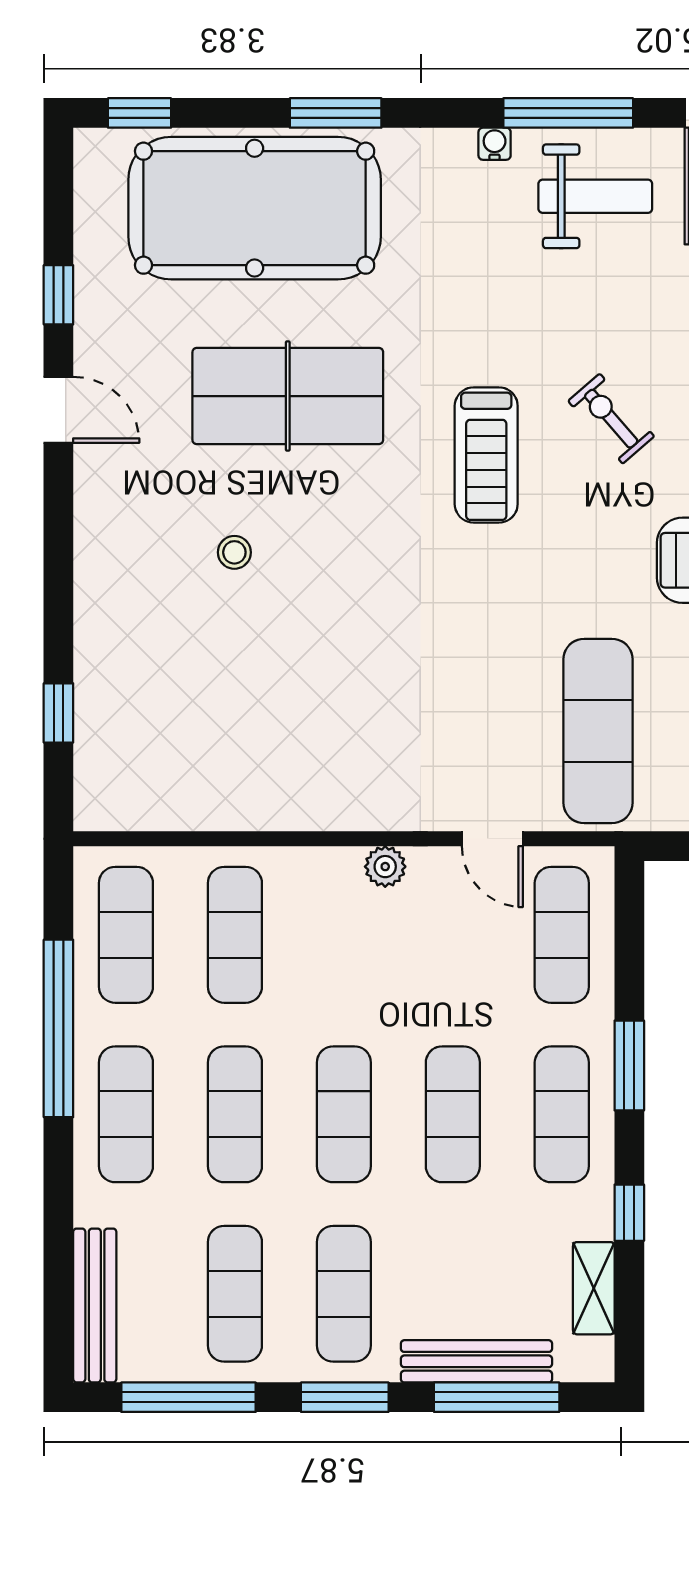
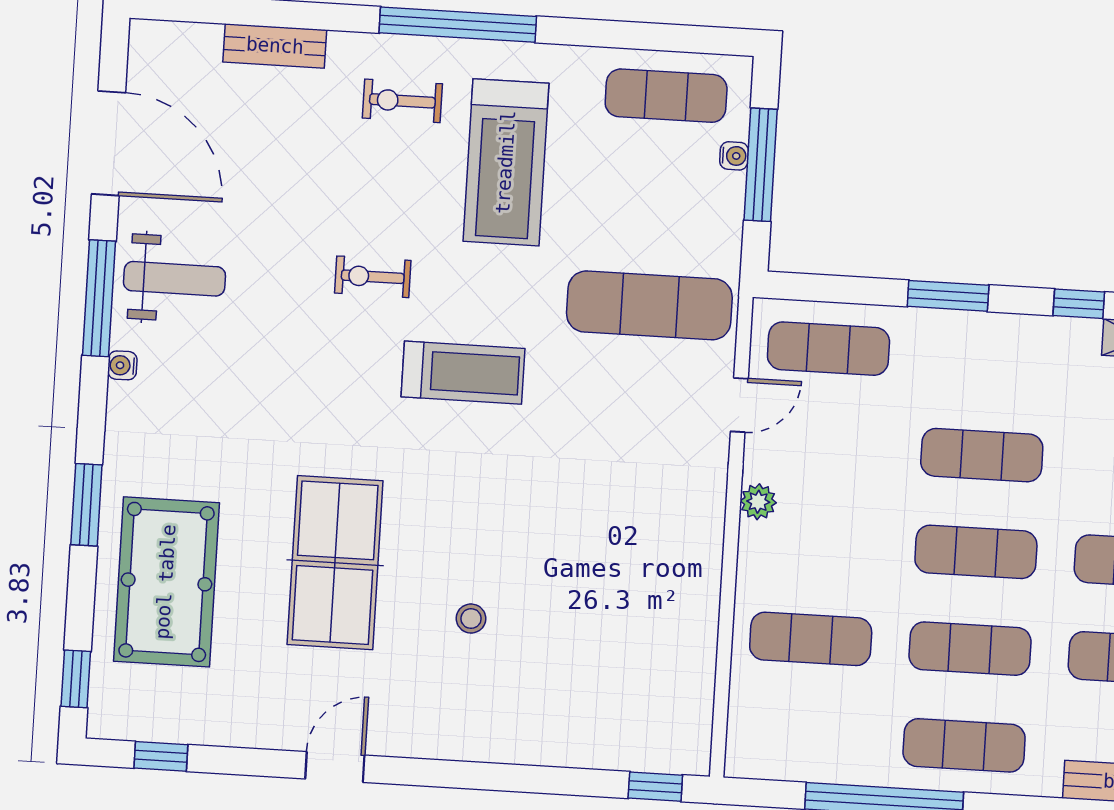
weight bench: (595, 196) -> (174, 279), turned 90
pool table: (255, 208) -> (166, 582), width x0.73, depth x0.76
window: (58, 295) -> (161, 756), moved
exercise bike: (611, 419) -> (373, 277), turned 41
treadmill: (486, 455) -> (463, 373), moved
window: (58, 713) -> (655, 787), moved
exercise mat: (126, 935) -> (805, 736), removed
exercise mat: (562, 1114) -> (988, 358), removed

